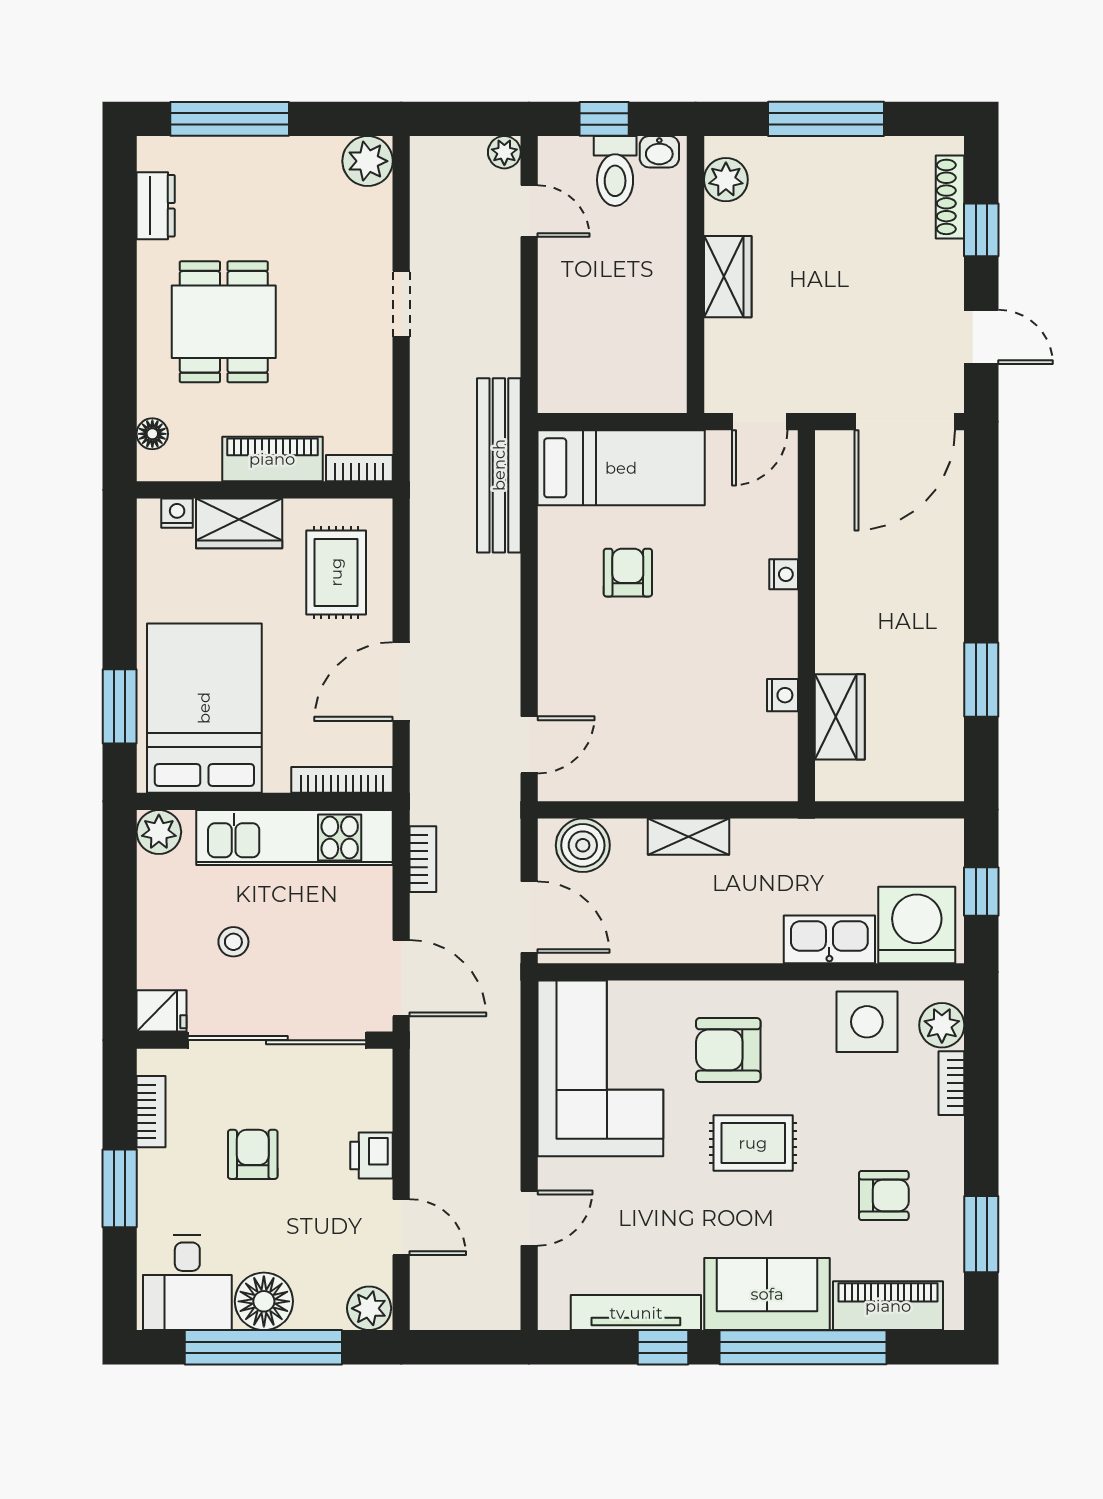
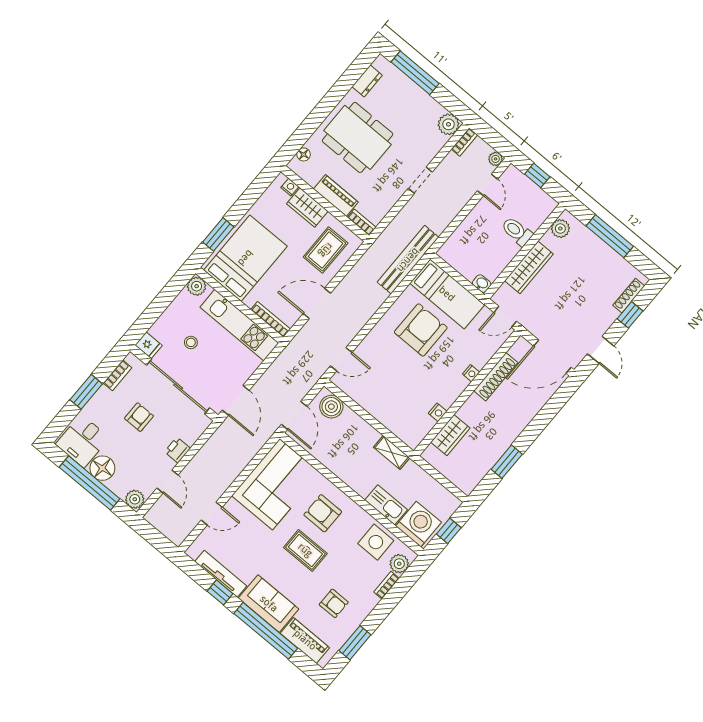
washbasin: (659, 152) -> (482, 284), moved, turned 180
toilet: (615, 171) -> (517, 231), moved, turned 90
wardrobe: (728, 277) -> (529, 267), width x1.50
dining table: (224, 322) -> (358, 137), width x1.38
shoe rack: (833, 543) -> (496, 377), added
armchair: (628, 573) -> (421, 330), width x1.88, depth x1.88
shelving: (689, 837) -> (392, 452), moved
bookcase: (423, 859) -> (464, 142), moved

